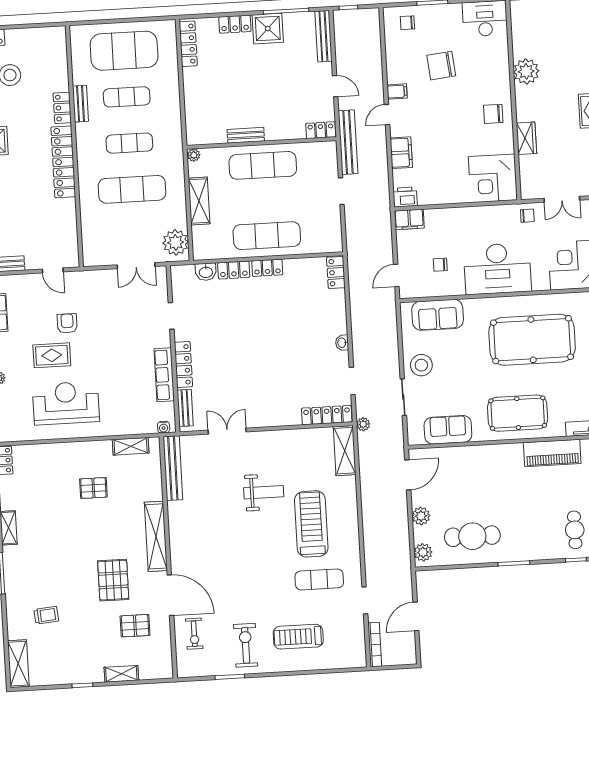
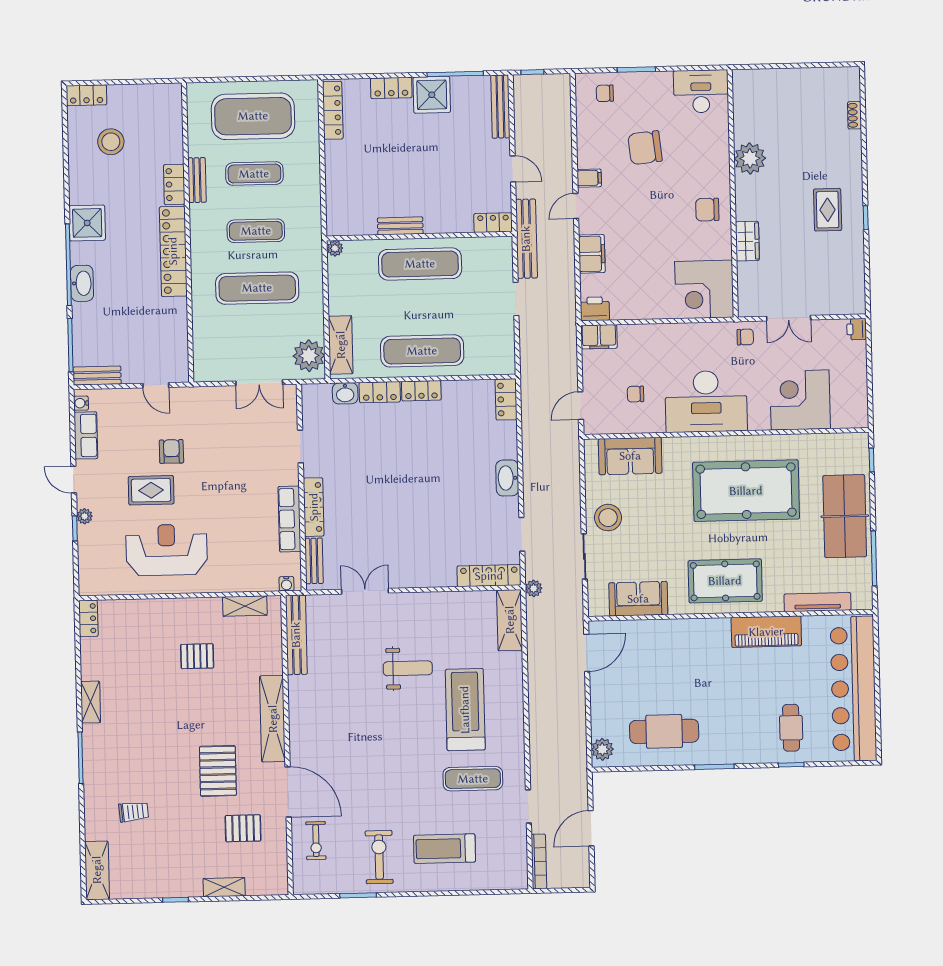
shelving: (199, 201) -> (341, 345), moved
washbasin: (342, 343) -> (507, 478), width x1.91, depth x1.45
plant: (421, 516) -> (601, 704), removed

